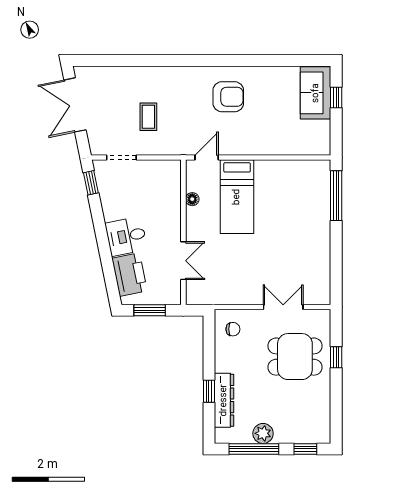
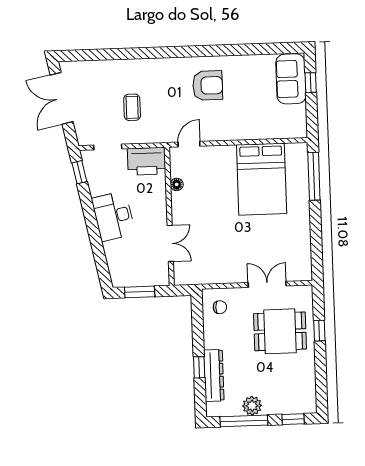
bed: (237, 197) -> (262, 179), moved, width x1.50
desk: (126, 236) -> (113, 216), width x1.37
printer: (129, 275) -> (147, 161), moved, turned 102

